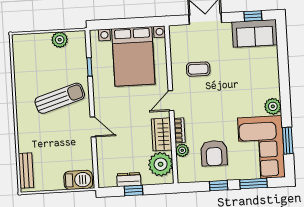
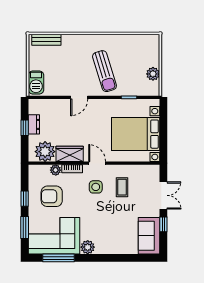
window: (253, 16) -> (163, 224), moved
side table: (200, 101) -> (96, 187), added
window: (288, 141) -> (59, 258), width x1.44

